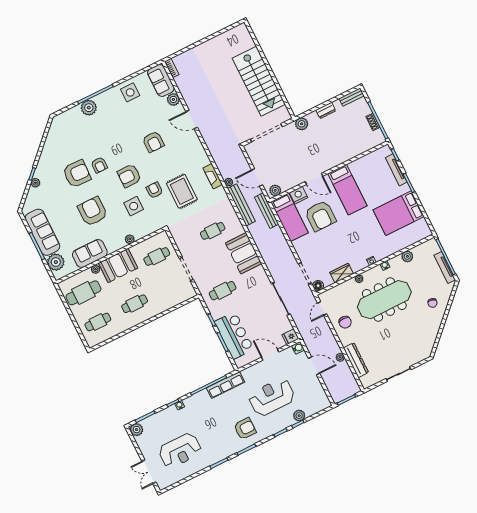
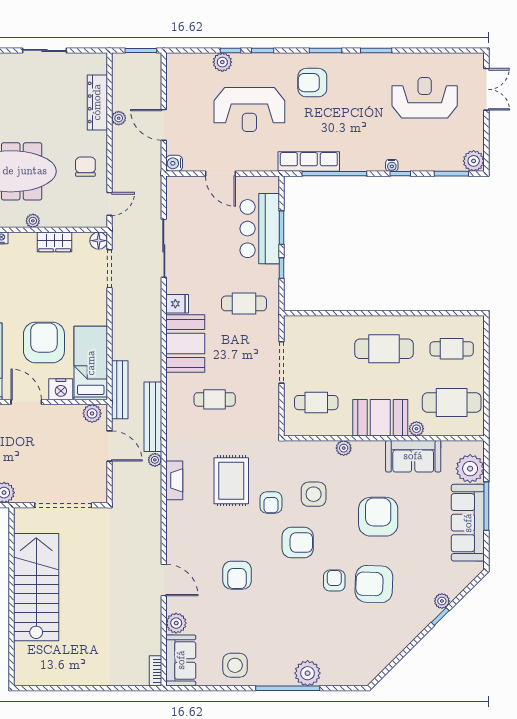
armchair: (153, 142) -> (237, 575), turned 180
armchair: (93, 211) -> (378, 517), turned 180
cafe table: (135, 304) -> (384, 349), width x1.37, depth x1.35
fridge: (290, 337) -> (177, 304), moved

